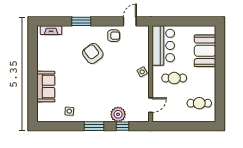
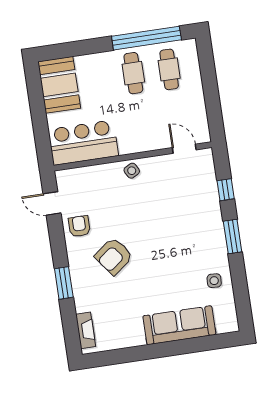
booth: (205, 51) -> (59, 85), moved, turned 90
cafe table: (174, 78) -> (133, 73), moved
sofa: (46, 86) -> (179, 325), width x1.36
window: (220, 92) -> (146, 38), added
plant: (118, 114) -> (207, 200), removed

